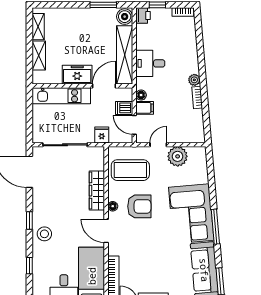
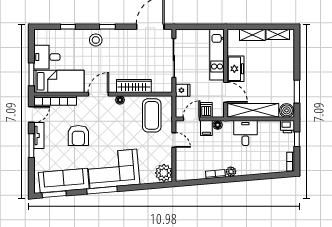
plant: (178, 156) -> (164, 173), moved
armchair: (139, 206) -> (78, 135), moved

